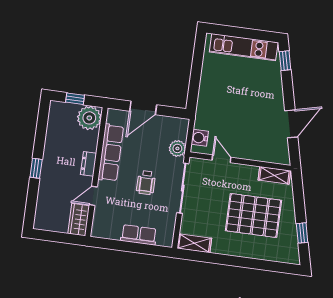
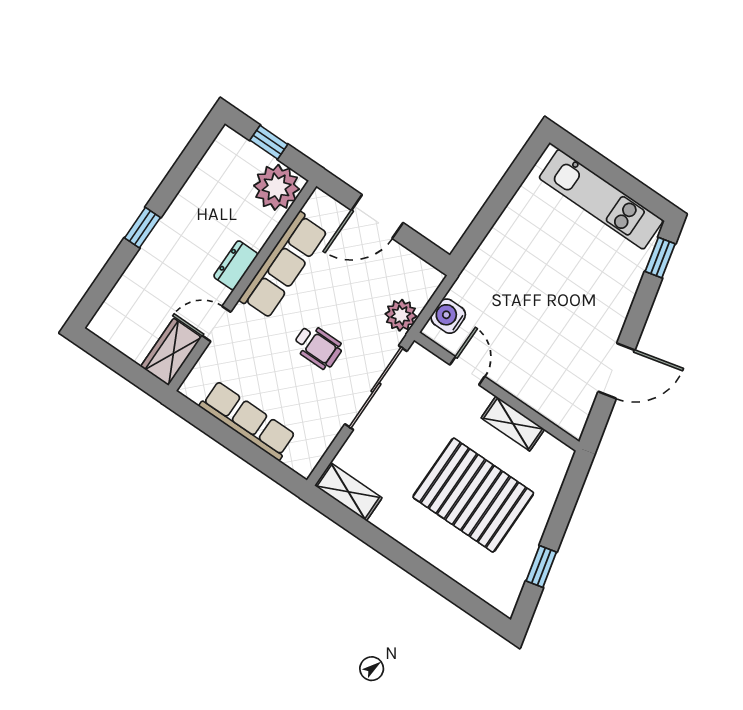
shelving: (274, 175) -> (513, 424), moved
wheelchair: (146, 183) -> (318, 347), turned -90
row of seats: (139, 235) -> (248, 421), width x1.48

